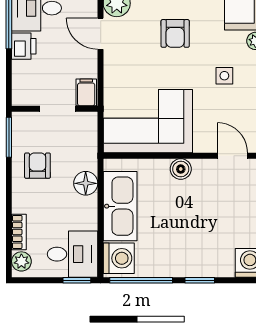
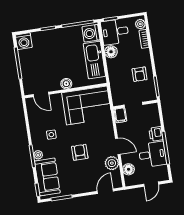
floor lamp: (86, 183) -> (111, 52), moved

